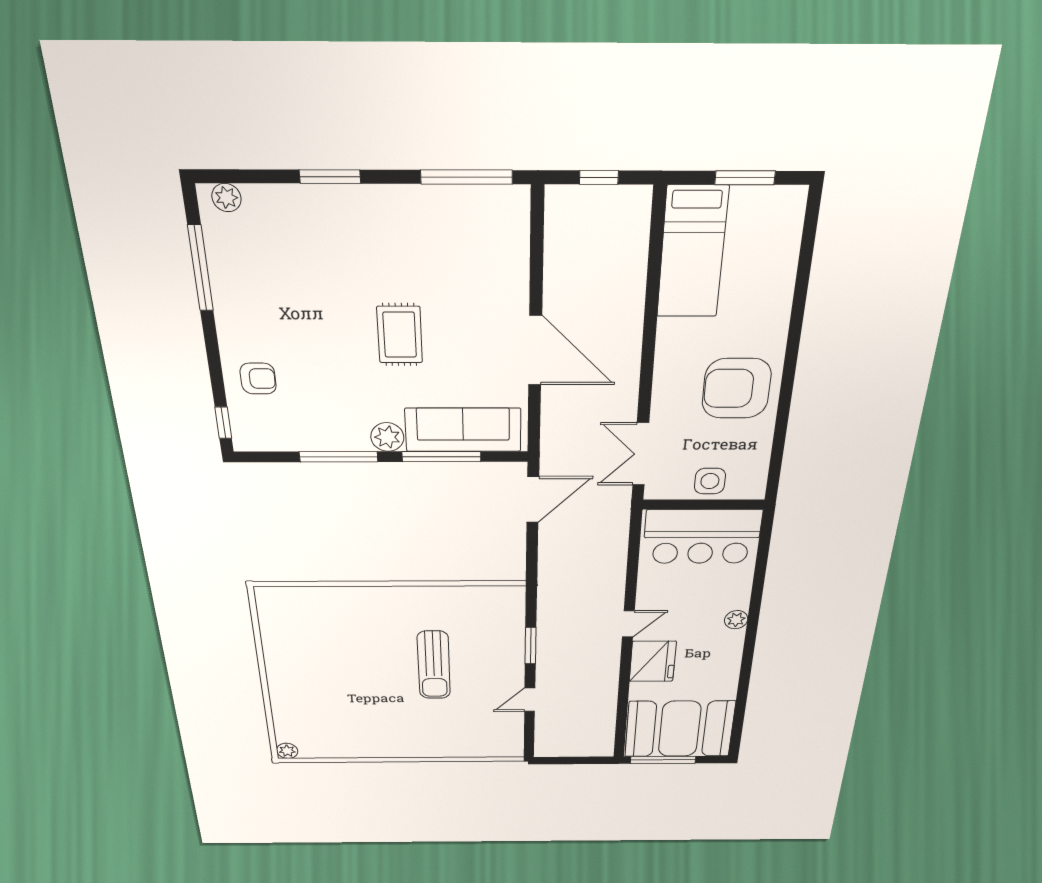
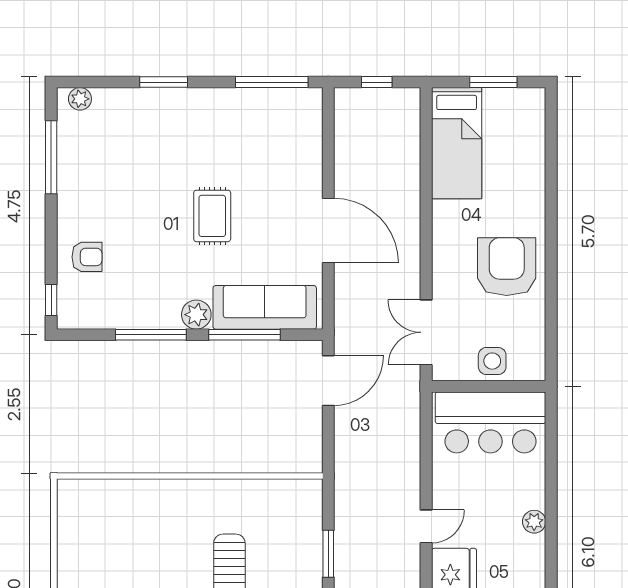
armchair: (737, 388) -> (507, 267), turned 90

